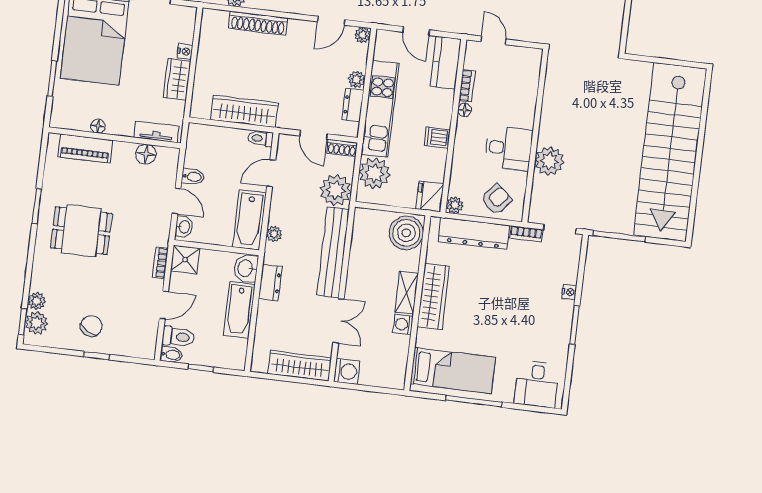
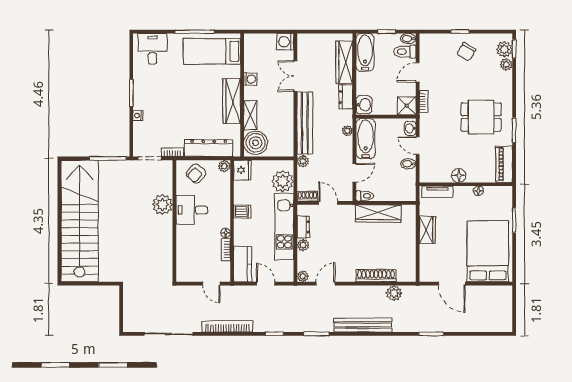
nightstand: (185, 51) -> (424, 250), removed
piano: (85, 148) -> (504, 164), moved, turned -90
floor lamp: (146, 154) -> (459, 175), moved
plant: (336, 190) -> (303, 161), width x0.53, depth x0.53
shelving: (407, 293) -> (250, 115), moved
bathtub: (239, 310) -> (365, 52), moved
wardrobe: (300, 366) -> (344, 62), moved, turned 90

